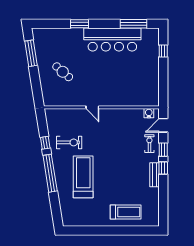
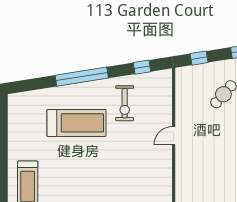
window: (37, 89) -> (199, 58), added
window: (45, 143) -> (142, 67), moved

